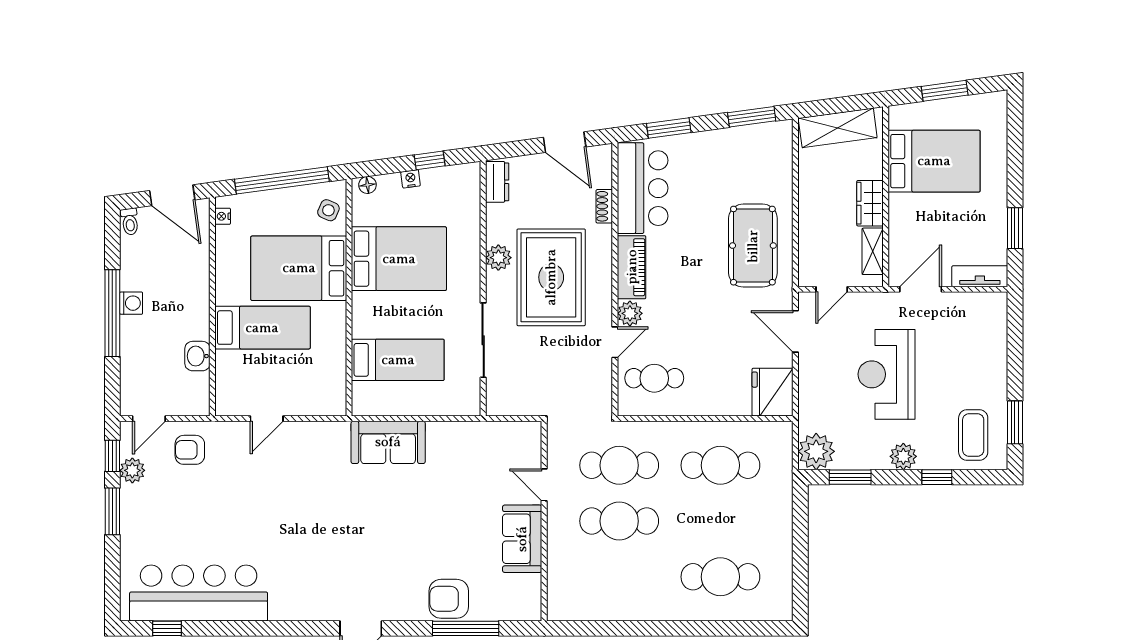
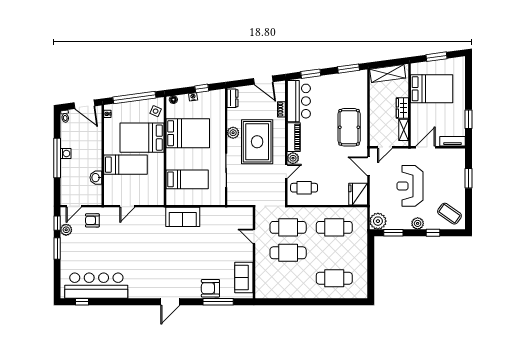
window: (1015, 422) -> (469, 178), moved
coffee table: (973, 435) -> (449, 214), turned -55
sofa: (522, 539) -> (244, 277), moved

